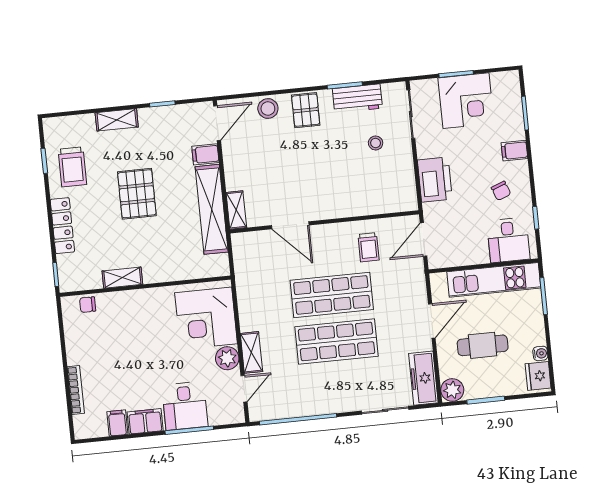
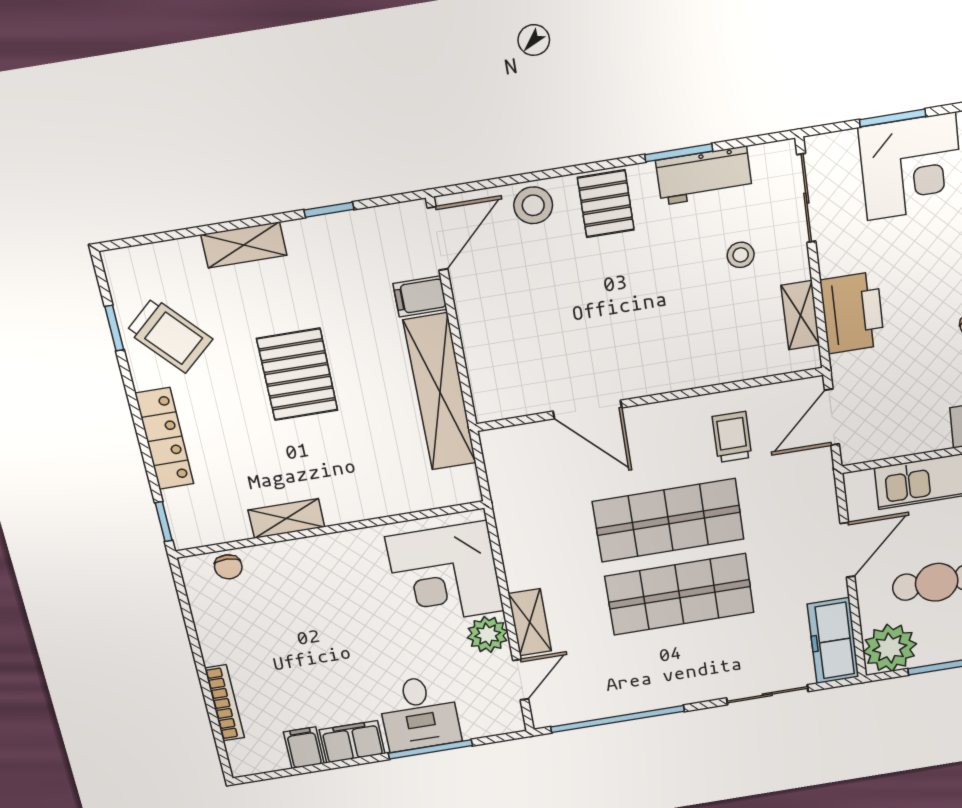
trolley: (72, 167) -> (169, 335), turned -42
shelving: (236, 210) -> (800, 315), moved
trolley: (369, 247) -> (732, 437), turned 180
chair: (88, 305) -> (228, 567), turned -88
plant: (452, 390) -> (890, 648), width x1.36, depth x1.36

